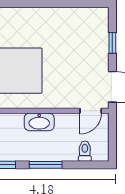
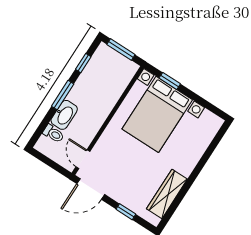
wardrobe: (73, 17) -> (167, 194), added
washbasin: (39, 122) -> (64, 115), moved, turned 180

